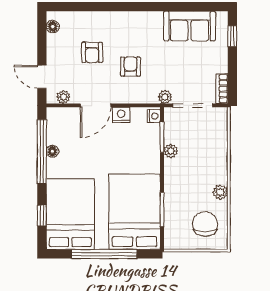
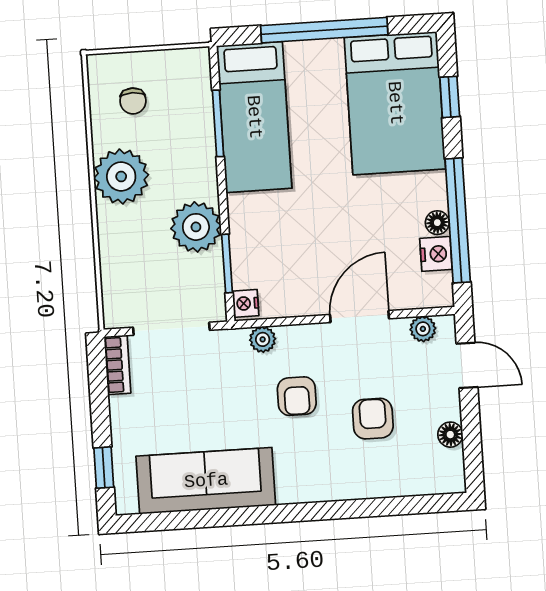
sofa: (190, 26) -> (206, 481), width x1.36
floor lamp: (53, 27) -> (450, 435), moved
plant: (165, 97) -> (263, 339), moved
nightstand: (121, 115) -> (436, 254), moved, turned -90
plant: (171, 151) -> (196, 227), width x1.88, depth x1.88
plant: (220, 192) -> (121, 176), width x1.87, depth x1.87
bed: (135, 212) -> (254, 117), width x0.67
chair: (205, 224) -> (133, 101), width x0.54, depth x0.54

